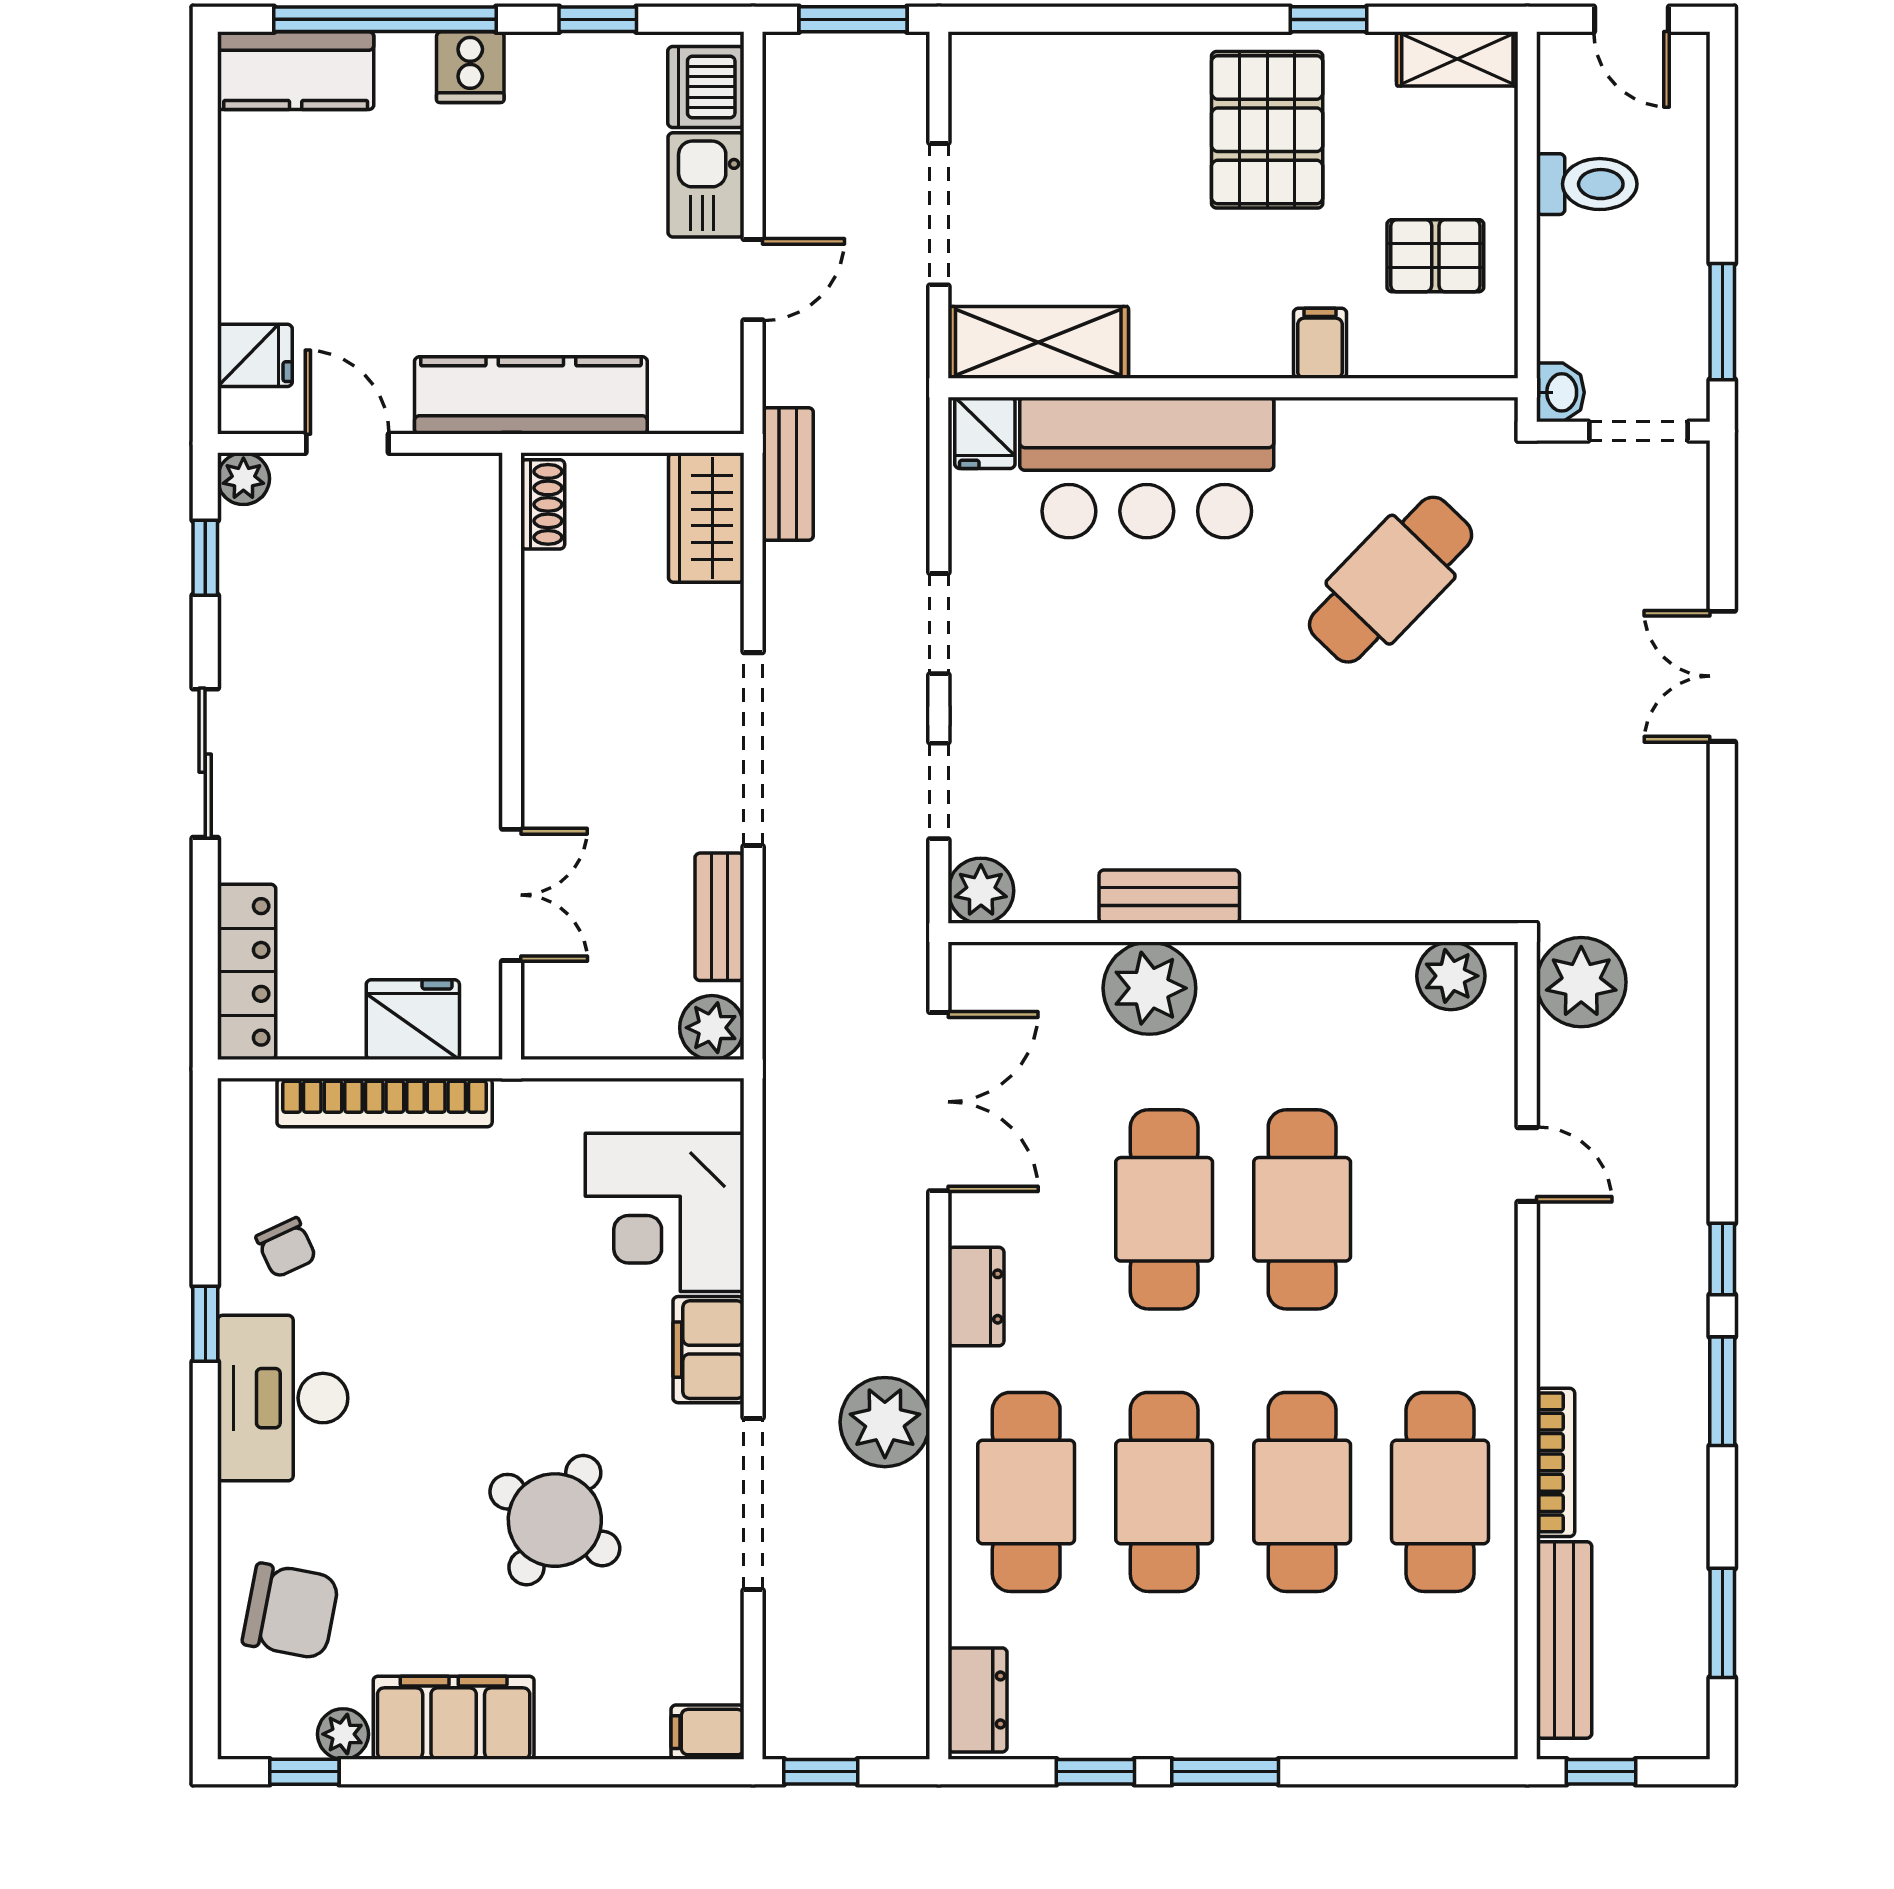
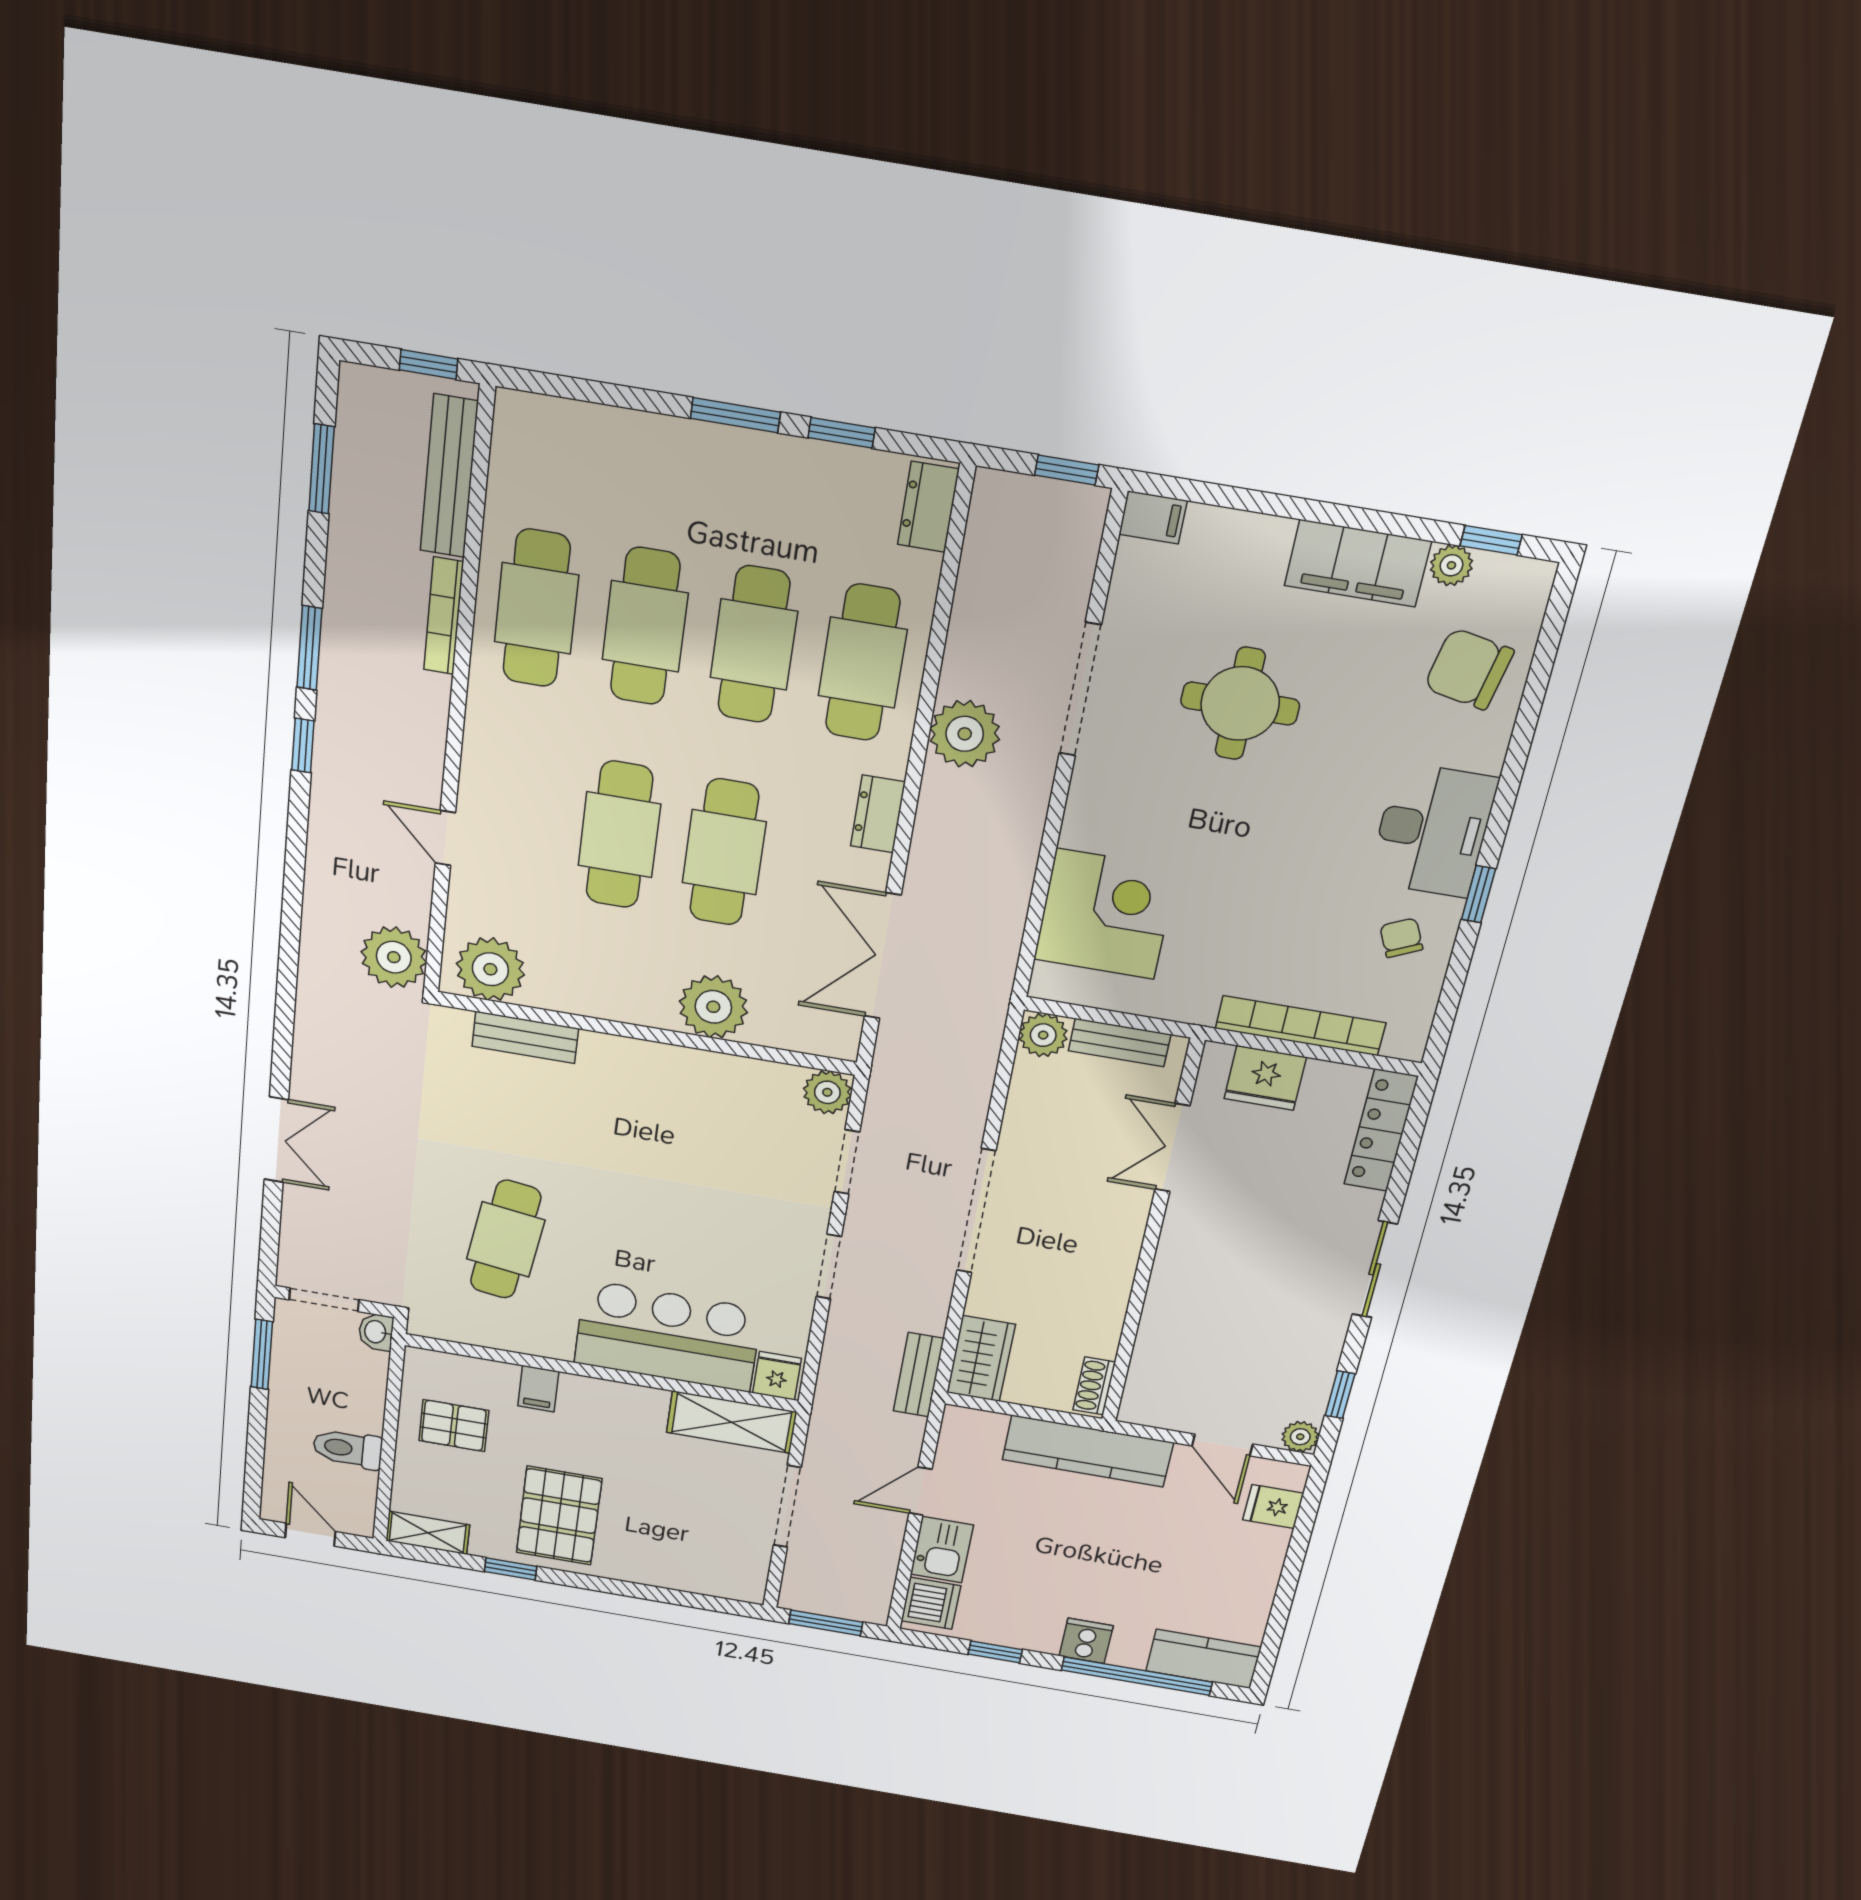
cafe table: (1391, 580) -> (506, 1239), turned -36
bench: (1169, 897) -> (525, 1037), moved
bench: (720, 917) -> (1120, 1043), moved, turned 90
plant: (1451, 976) -> (490, 969), width x1.36, depth x1.36
filing cabinet: (708, 1350) -> (1092, 810), removed
round table: (555, 1520) -> (1240, 704), turned -31

